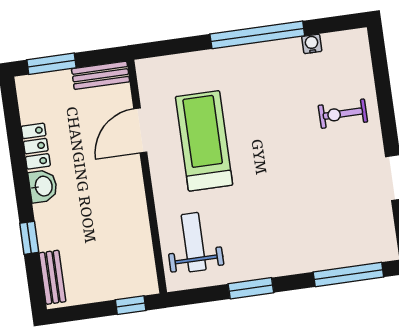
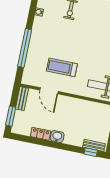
window: (257, 35) -> (25, 48), moved
treadmill: (204, 141) -> (62, 67), width x0.73, depth x0.73
window: (29, 238) -> (91, 152), moved

